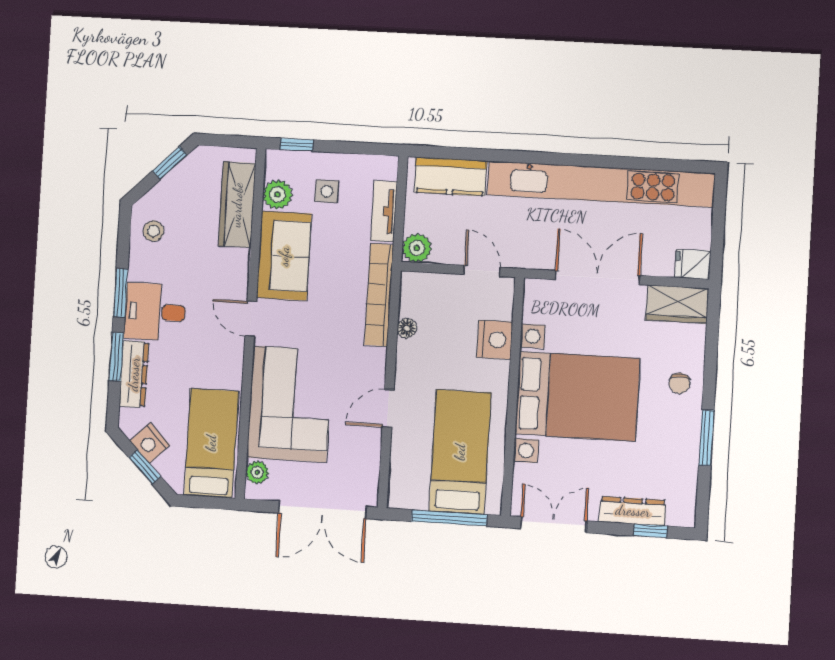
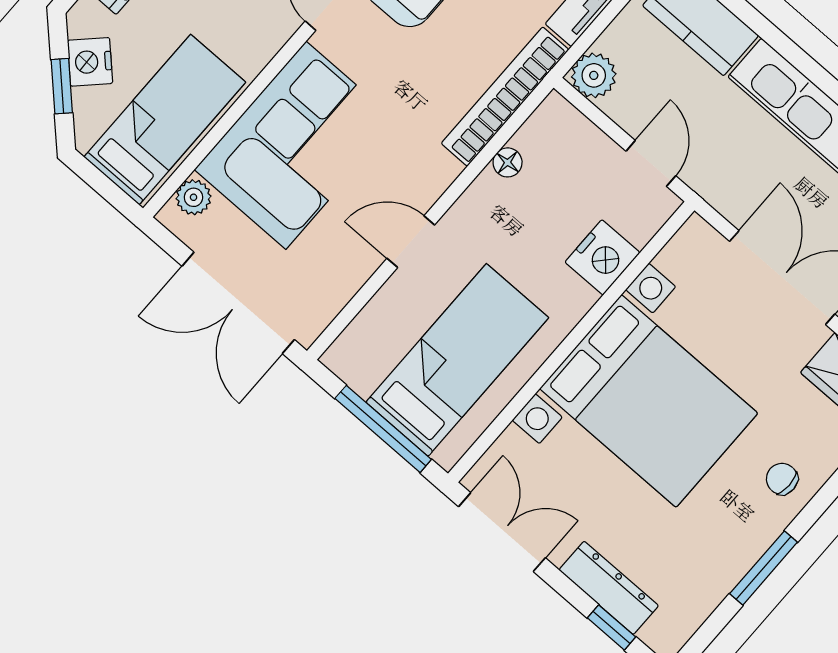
chair: (679, 383) -> (782, 479), turned 90

